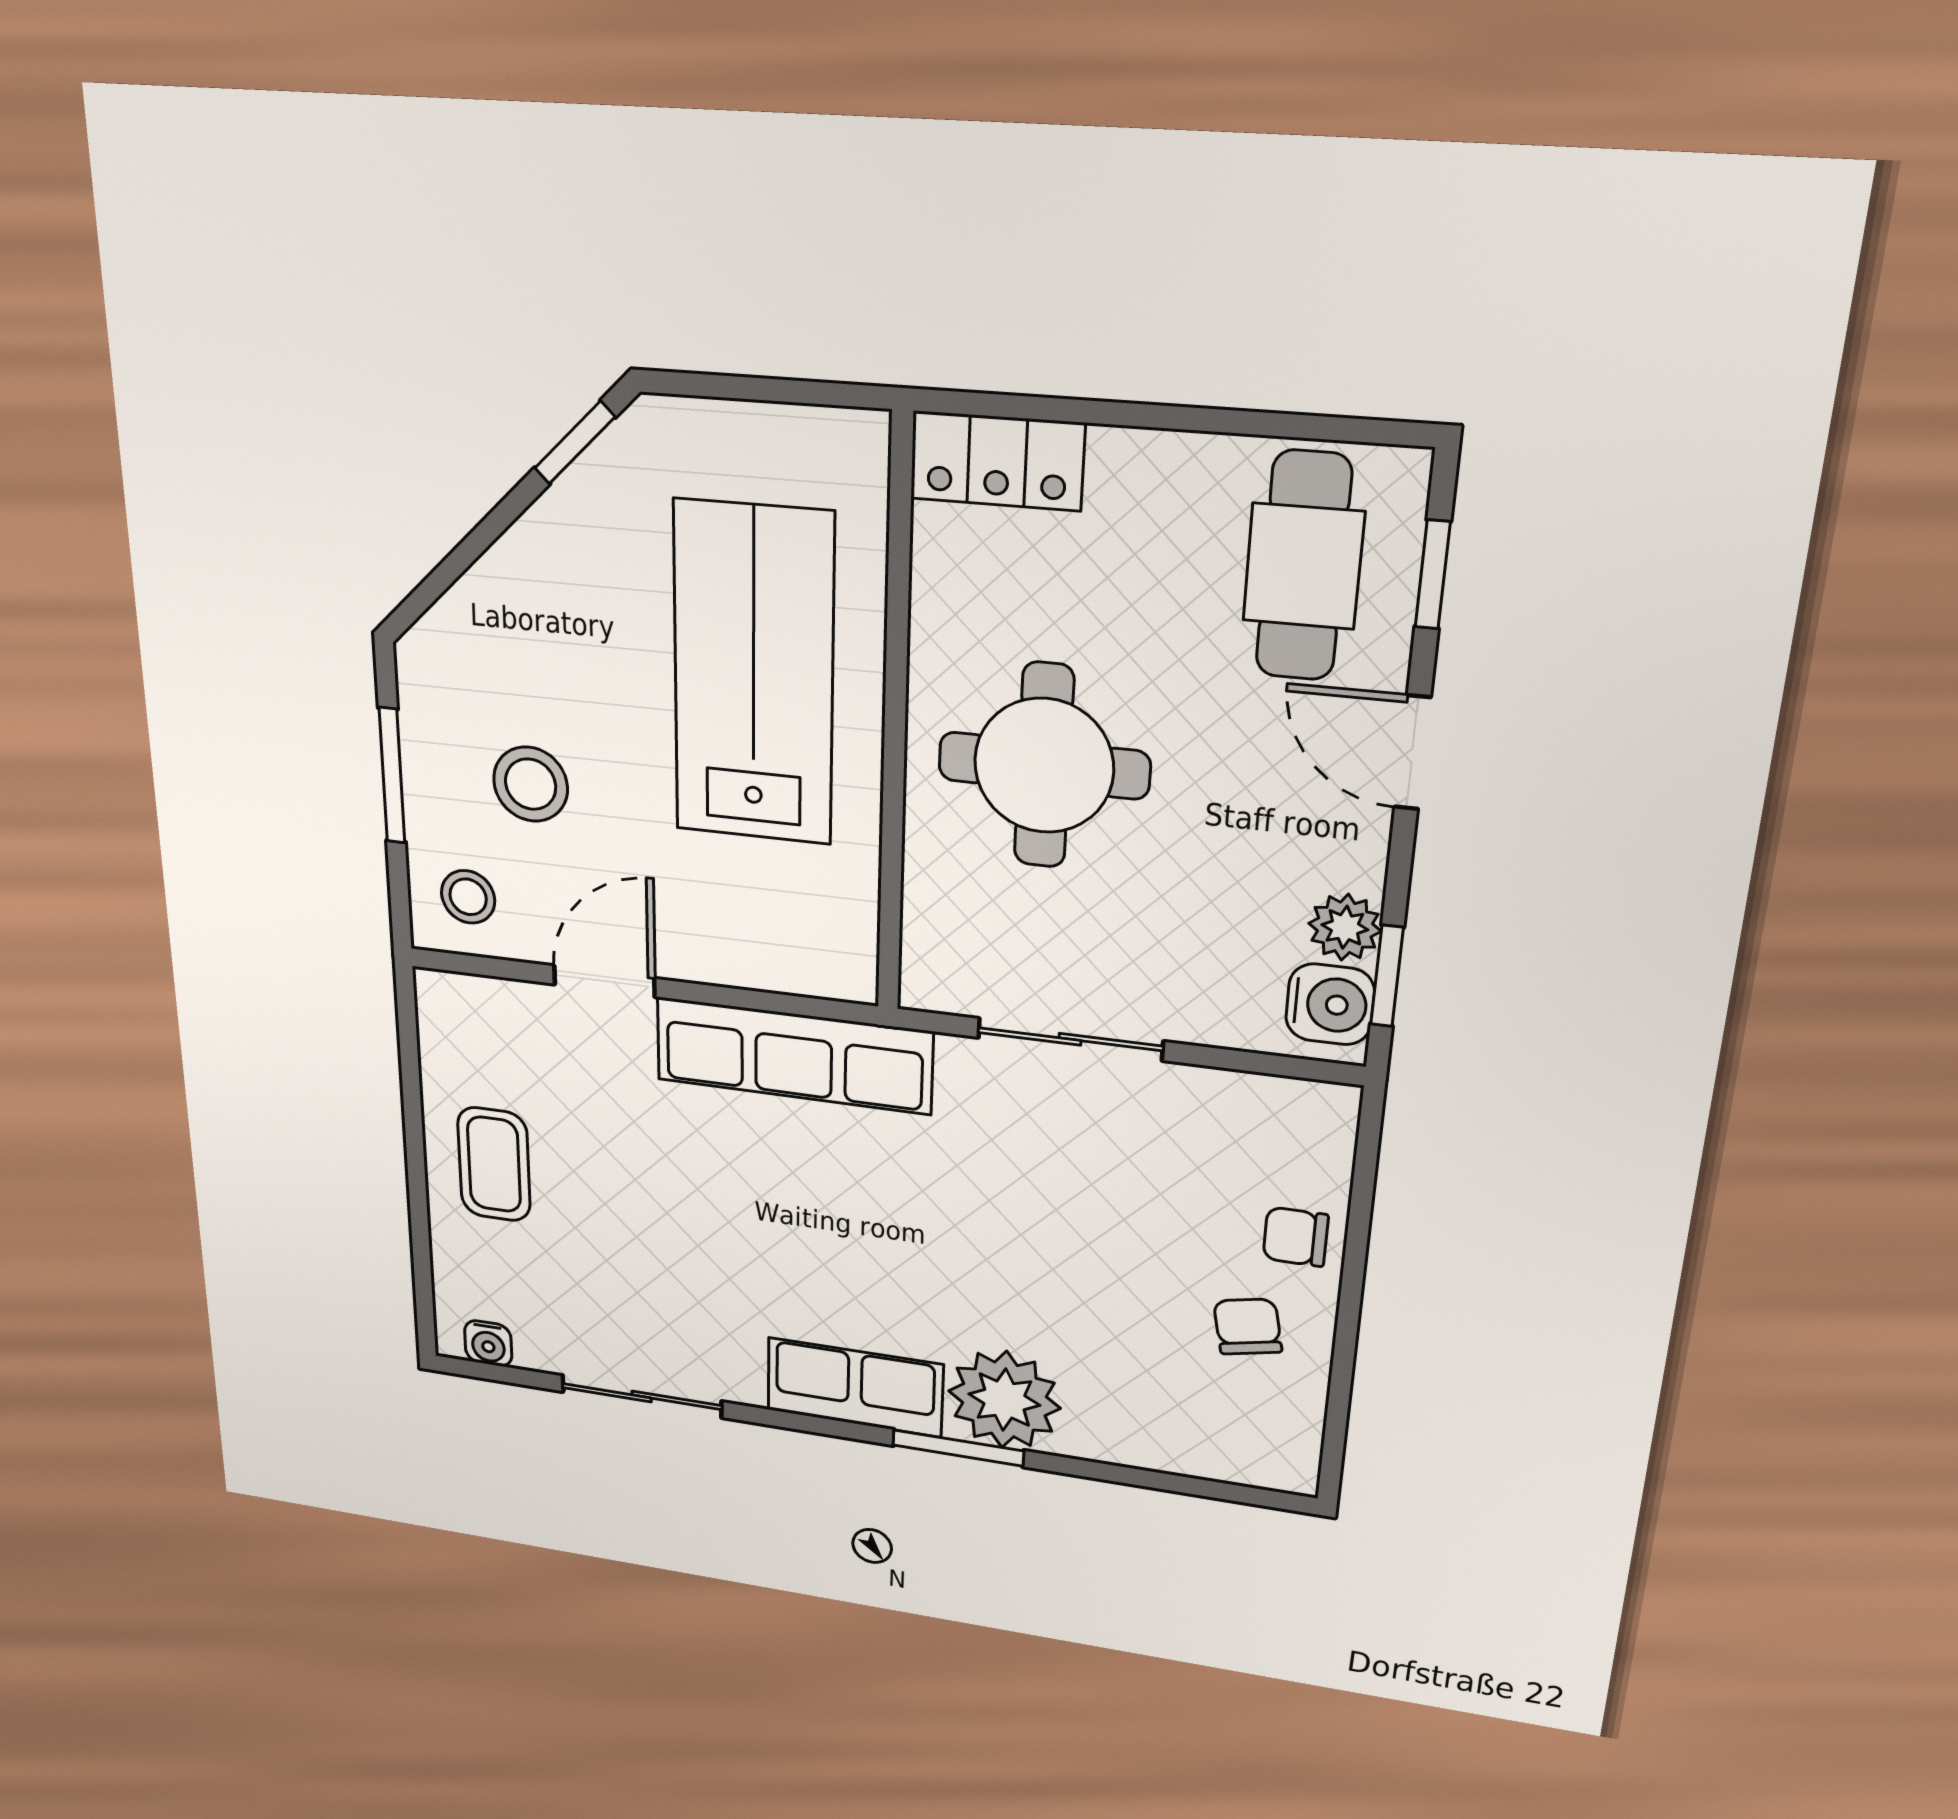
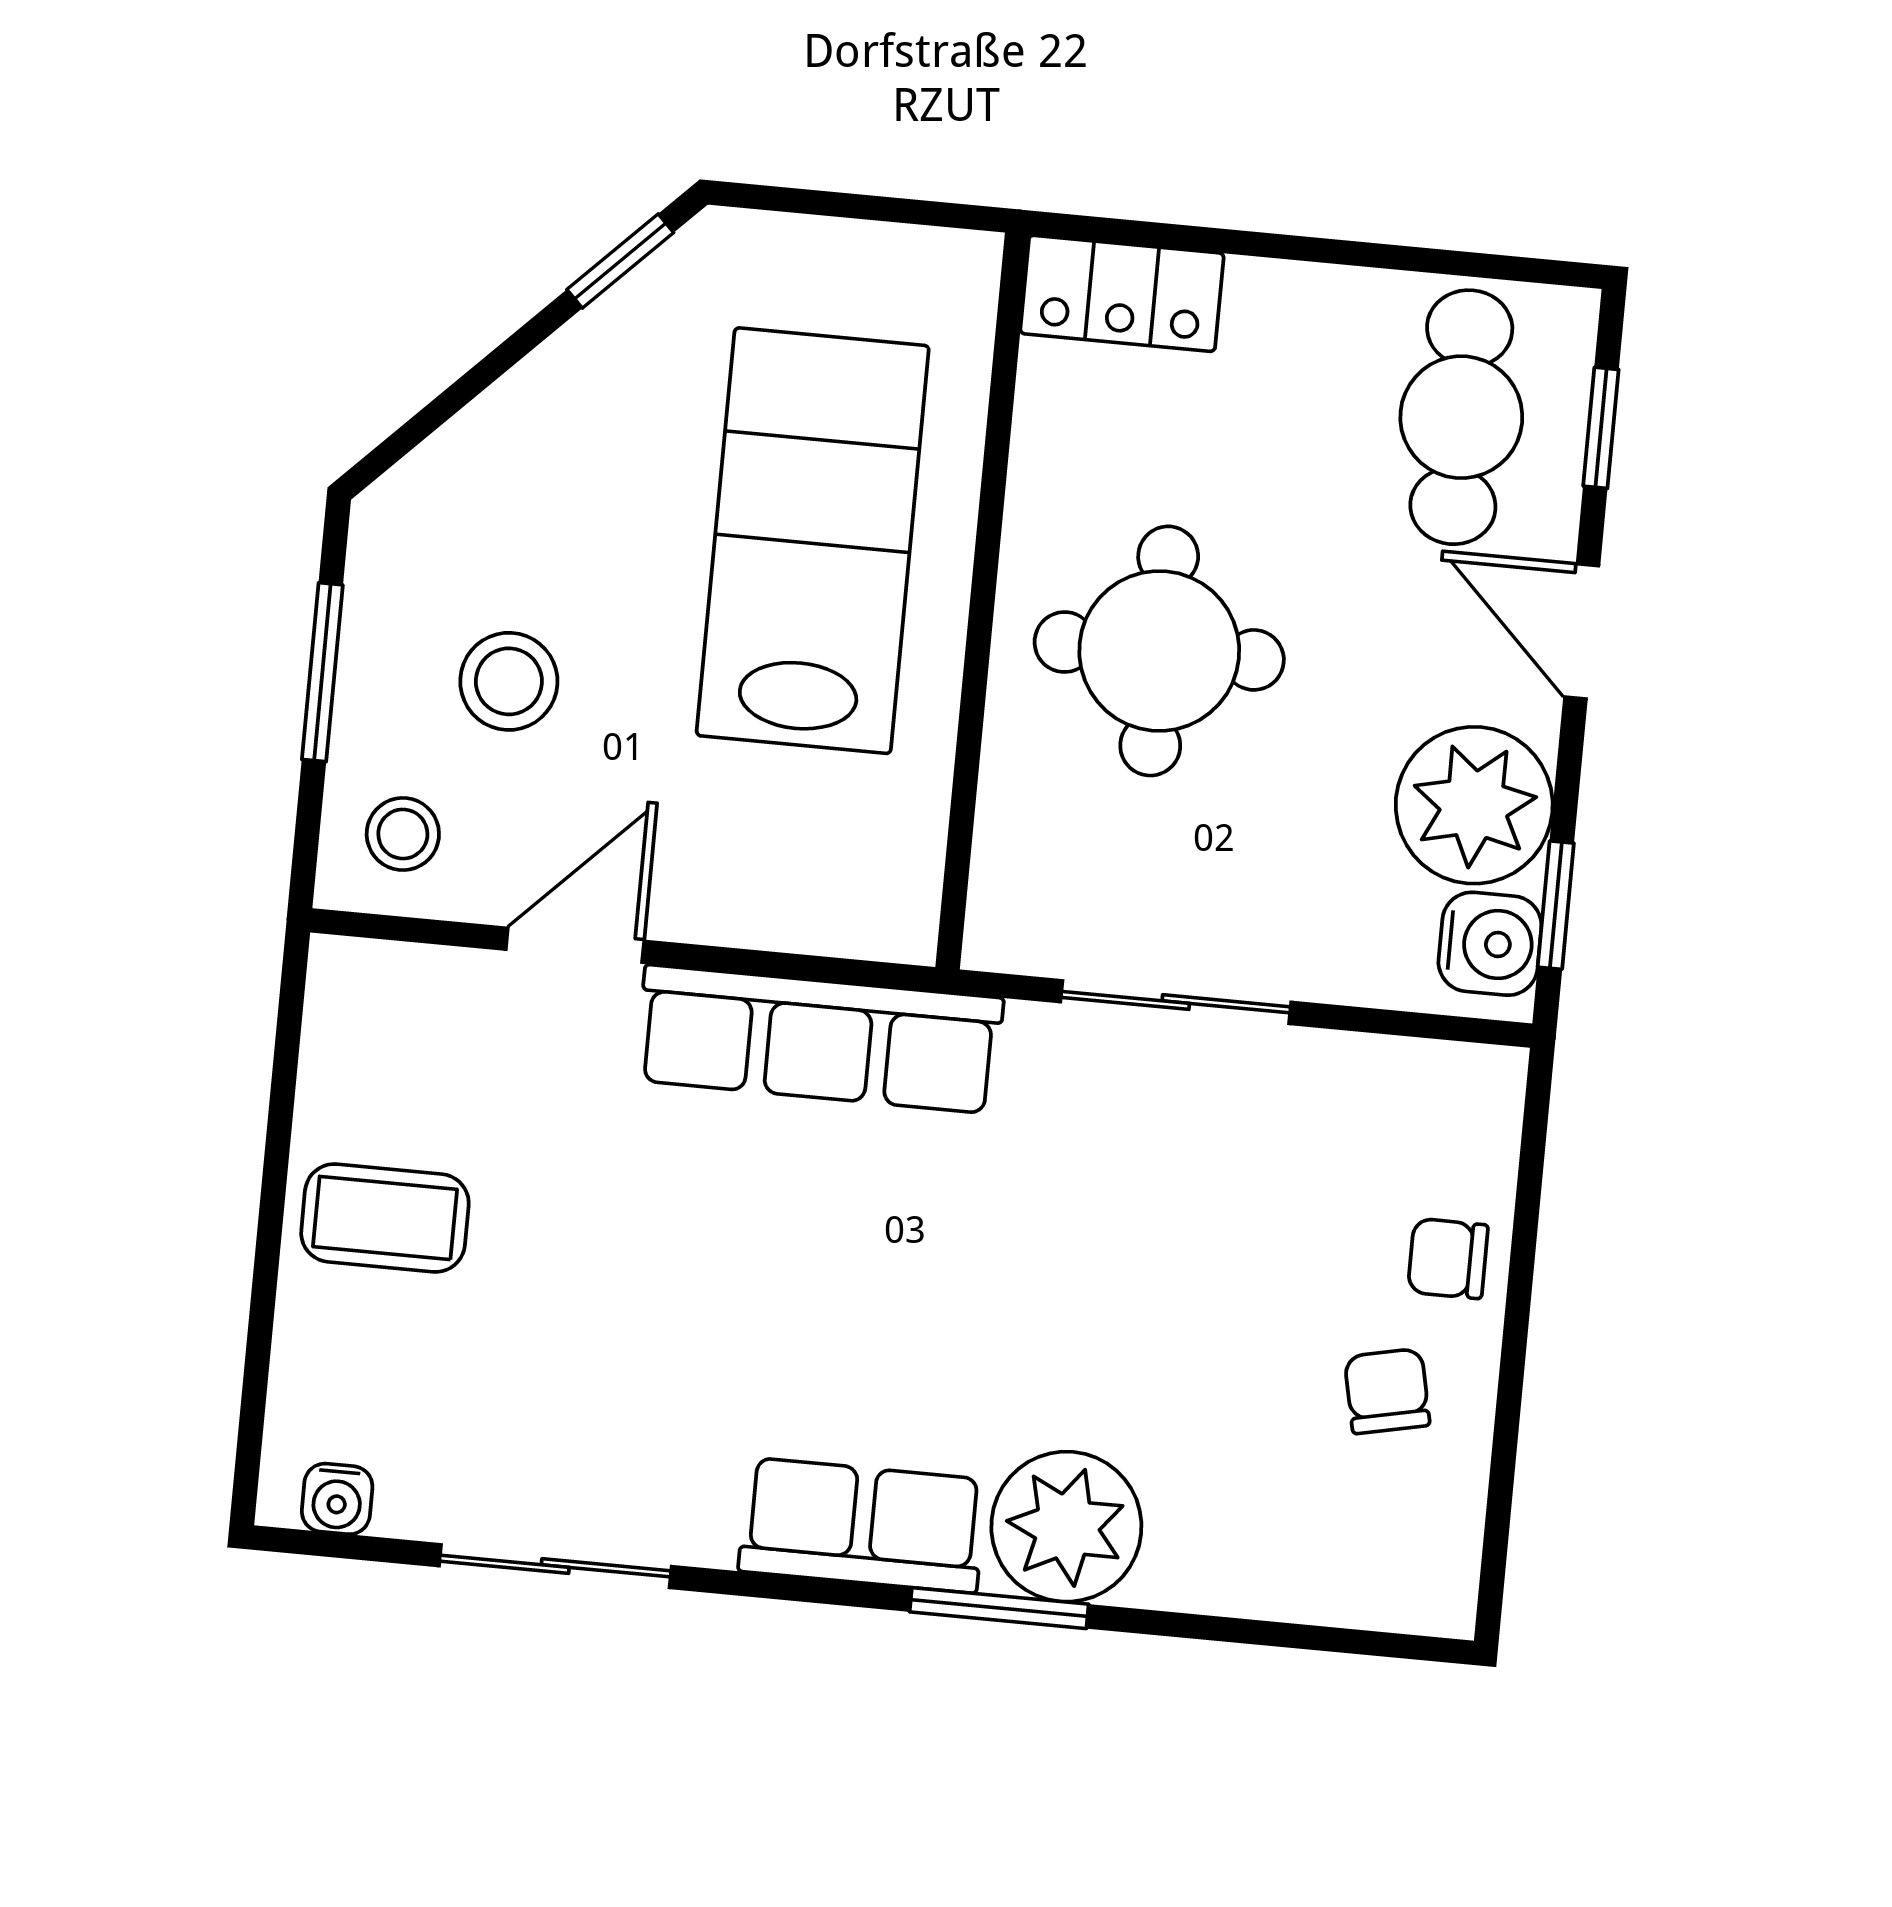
plant: (1345, 927) -> (1474, 805), width x1.87, depth x1.87
coffee table: (494, 1164) -> (385, 1218), turned 90

